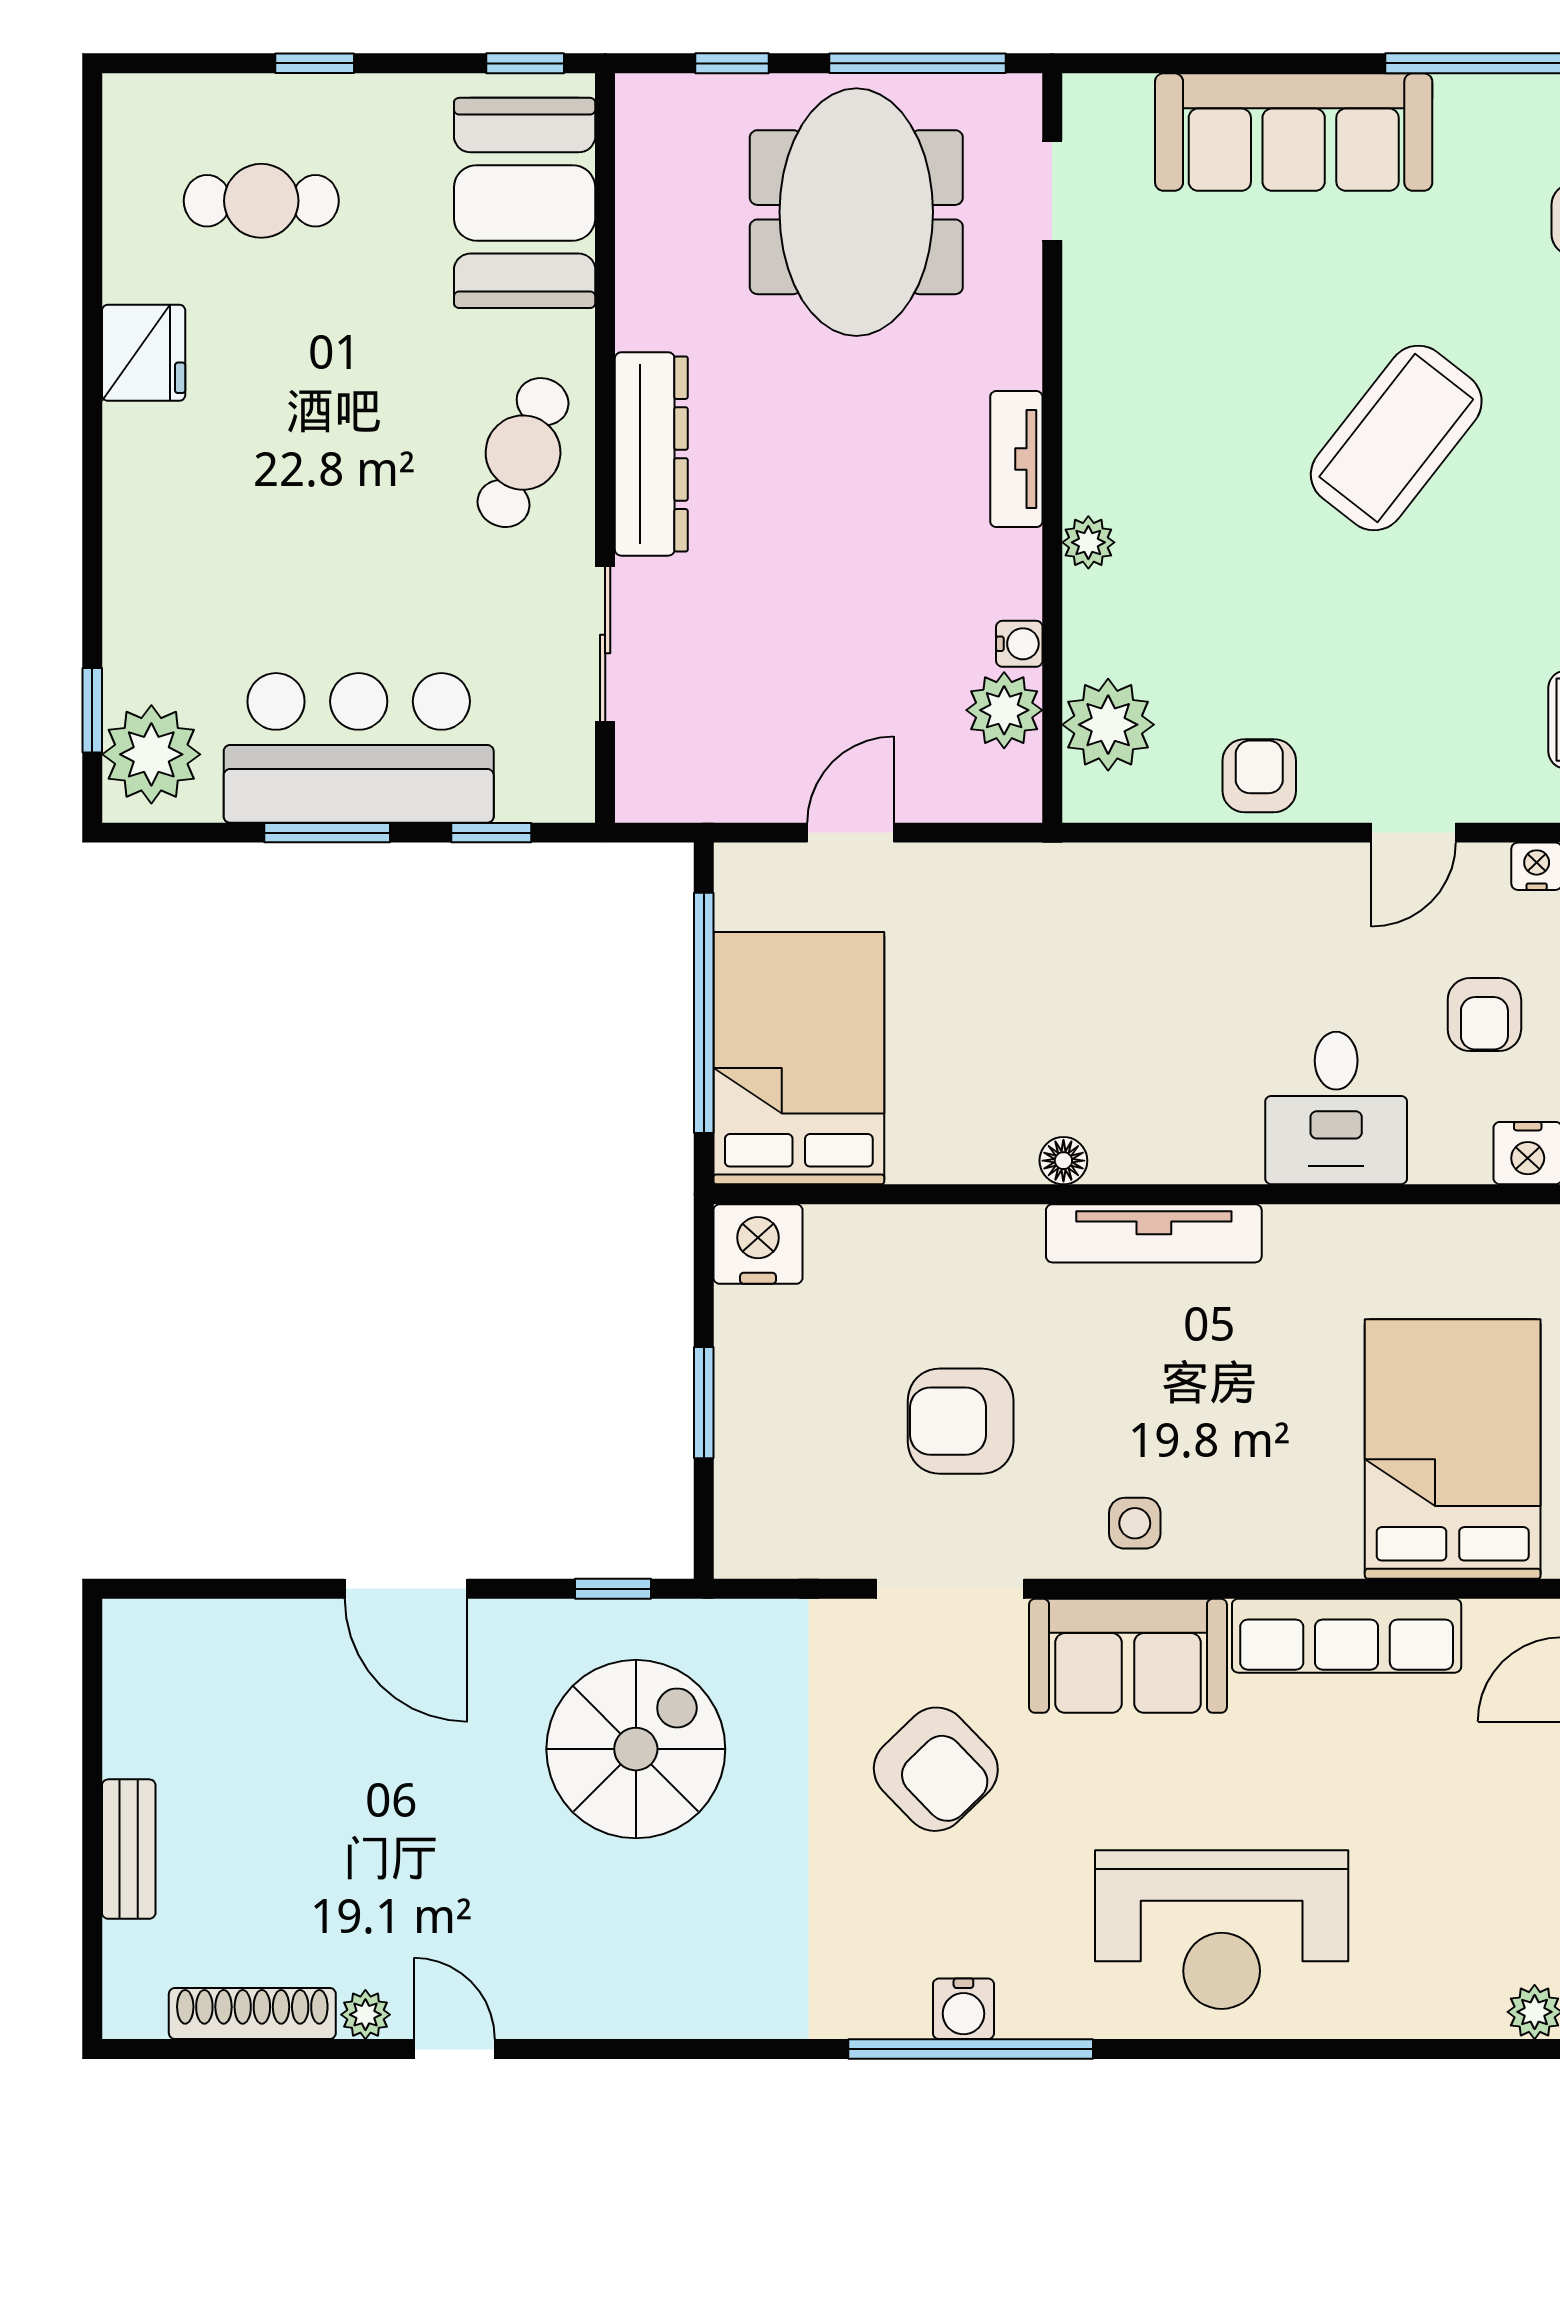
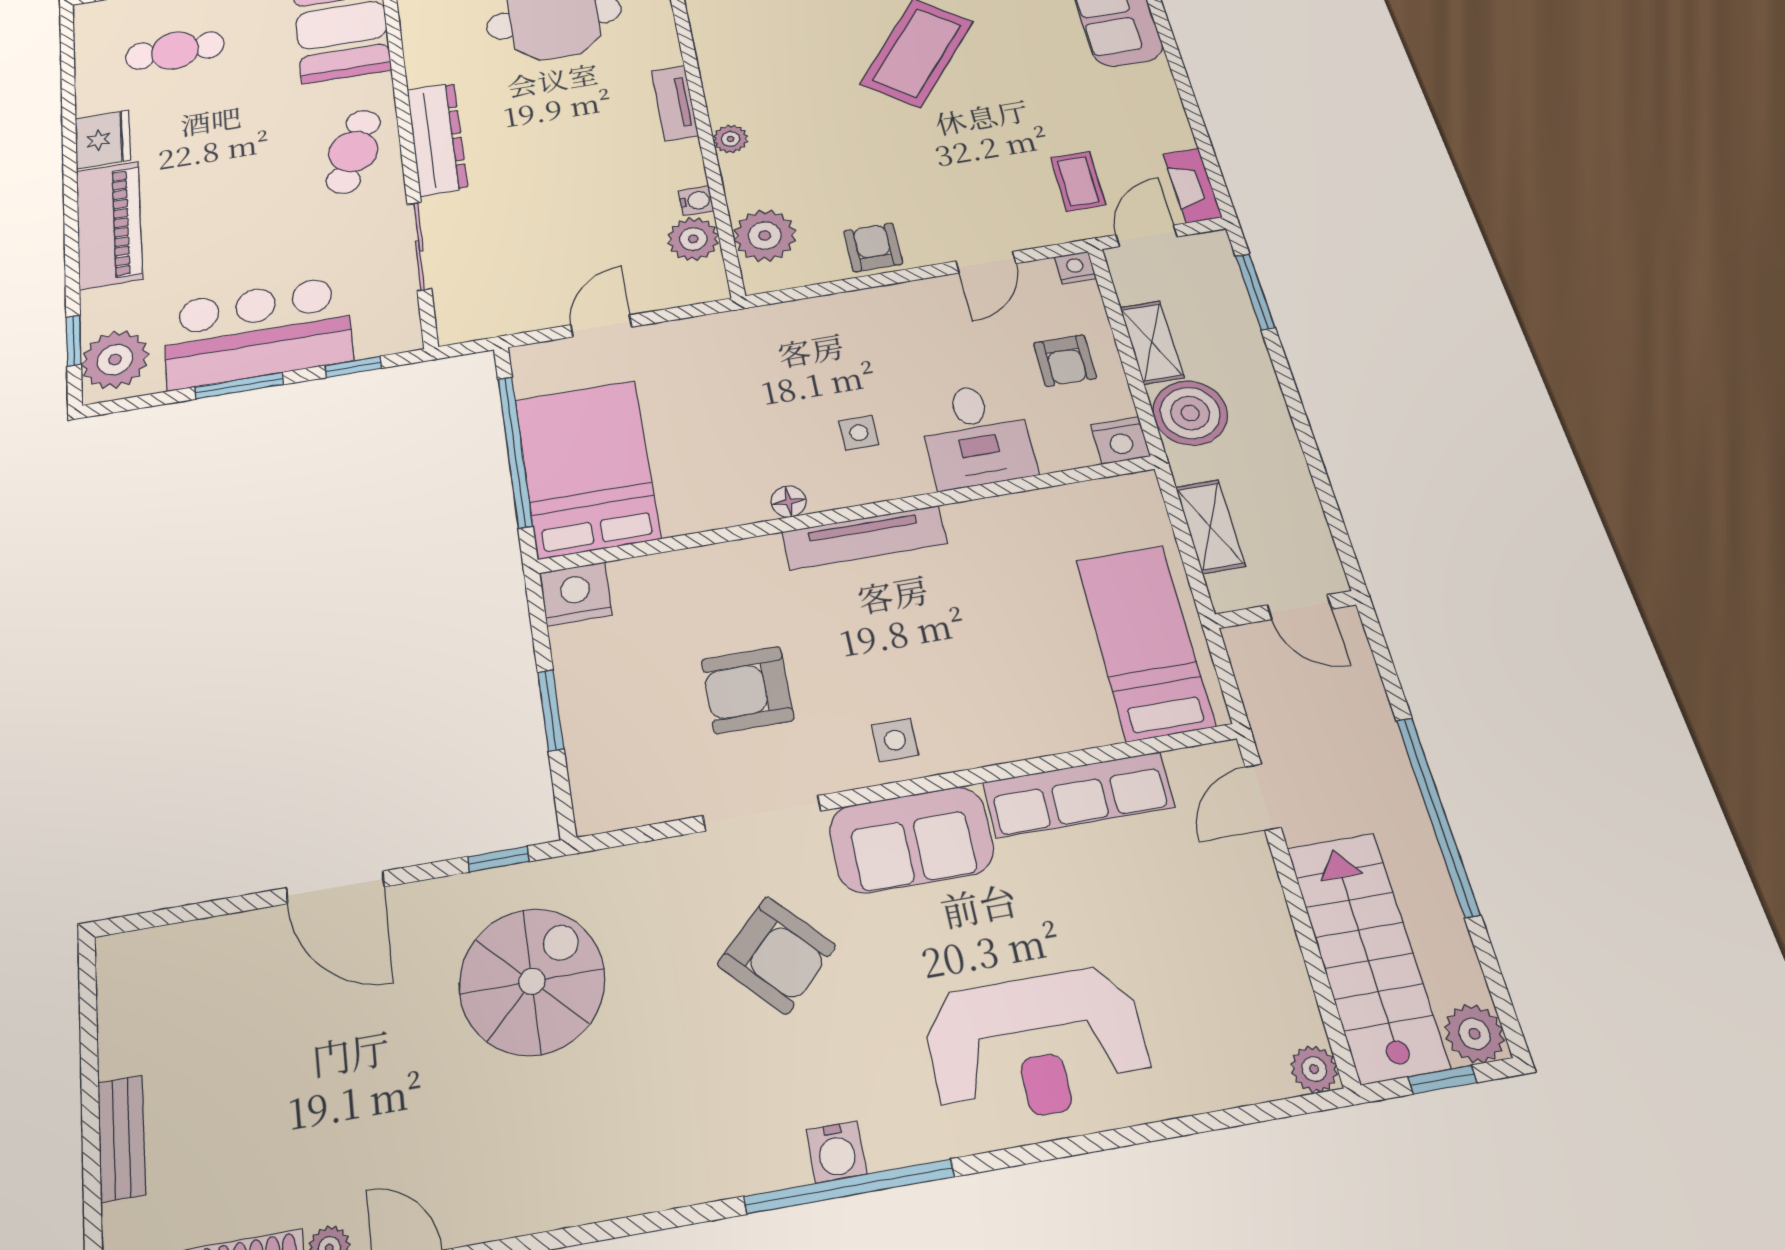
piano: (149, 515) -> (109, 225), added
side table: (1178, 1074) -> (859, 433), added
bed: (1453, 1449) -> (1145, 642), width x0.67

